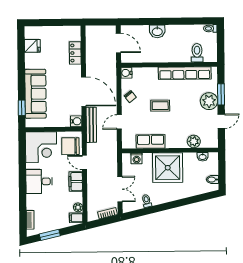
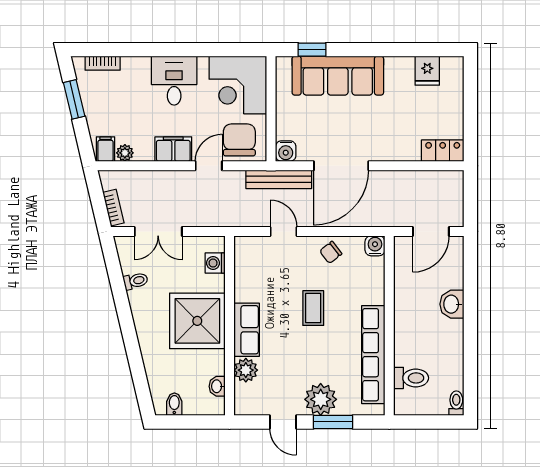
locker: (75, 53) -> (443, 151), moved
row of seats: (151, 141) -> (247, 330), moved

